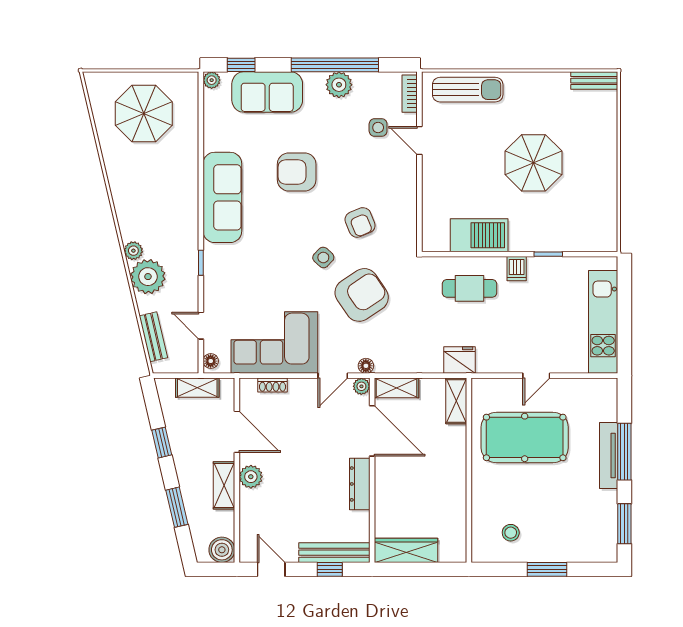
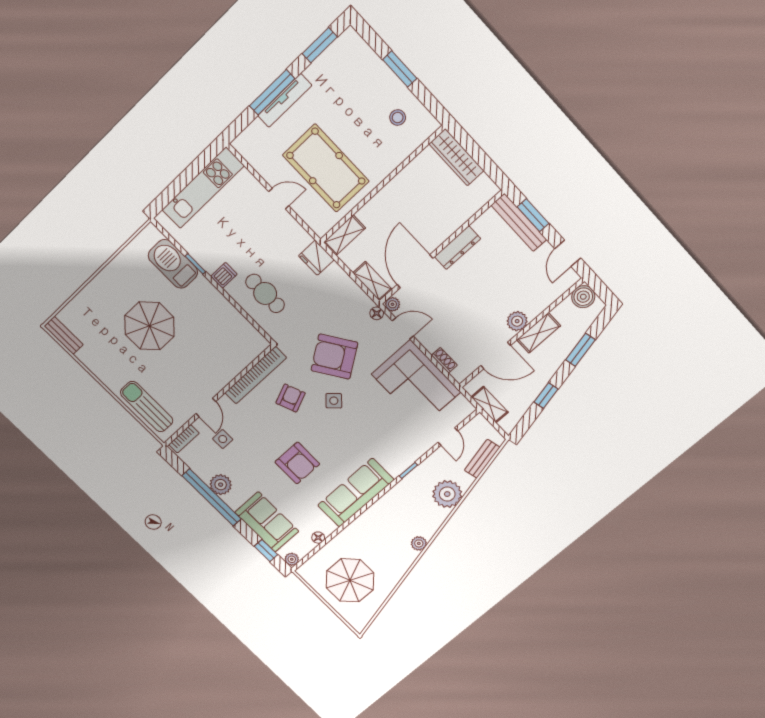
bookcase: (408, 212) -> (256, 375), added
barbecue: (479, 235) -> (173, 264), moved
plant: (133, 251) -> (419, 543), moved
floor lamp: (211, 361) -> (318, 538), moved
door: (237, 432) -> (496, 356), swing flipped
wardrobe: (406, 550) -> (456, 157), moved
window: (330, 569) -> (533, 215), width x1.50

